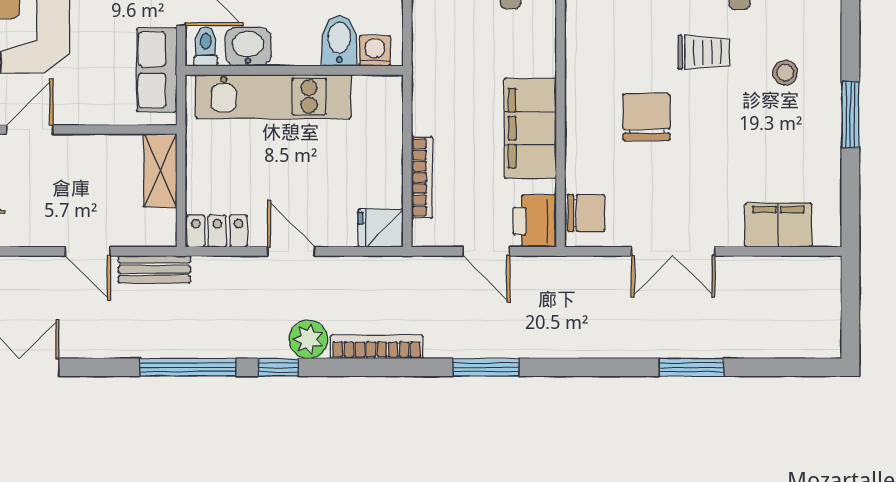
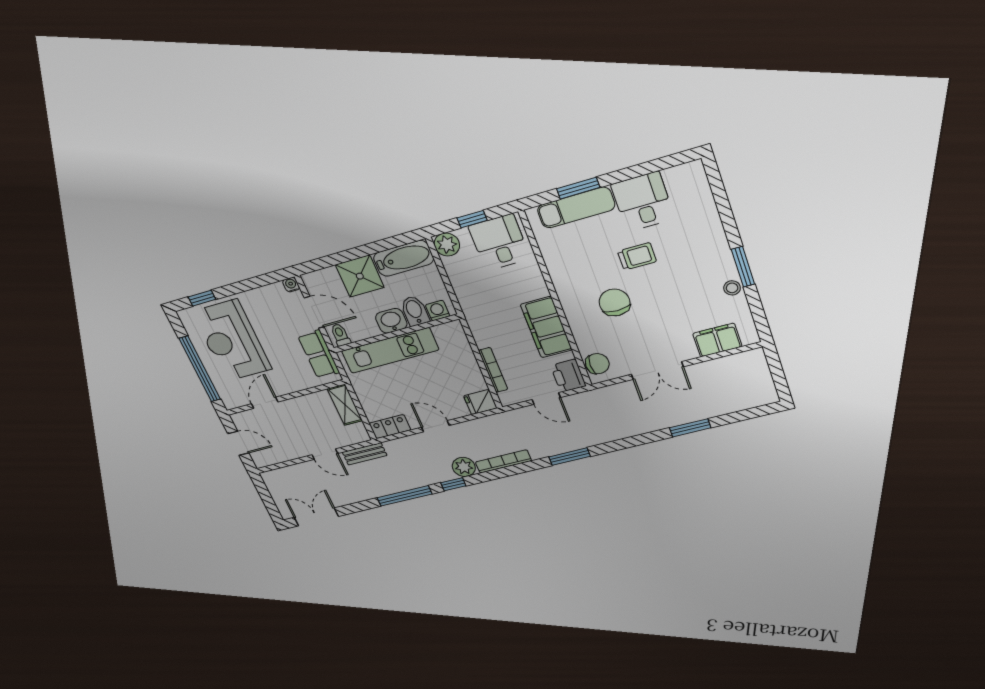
washbasin: (248, 47) -> (391, 321), moved
stool: (785, 73) -> (732, 288), moved

